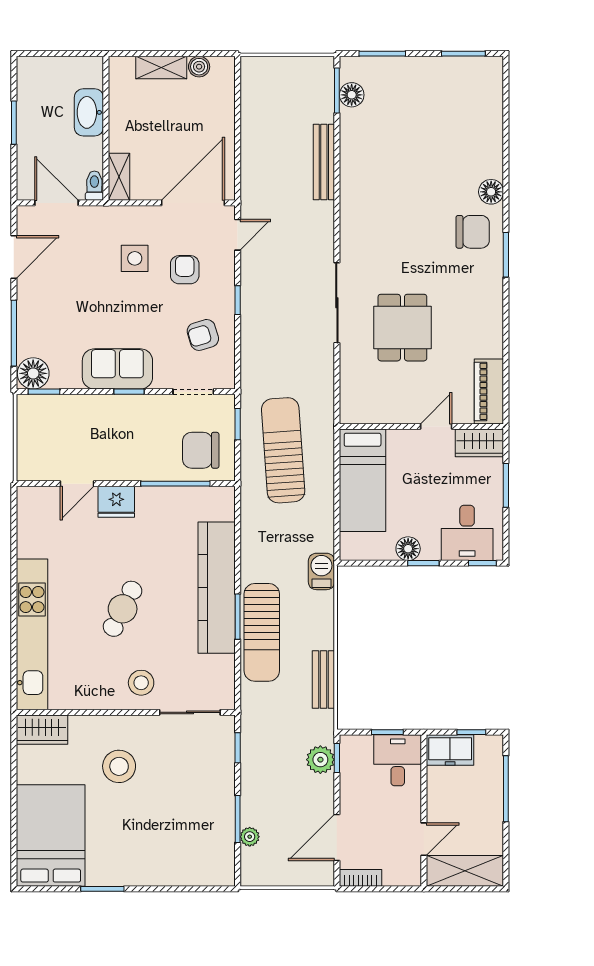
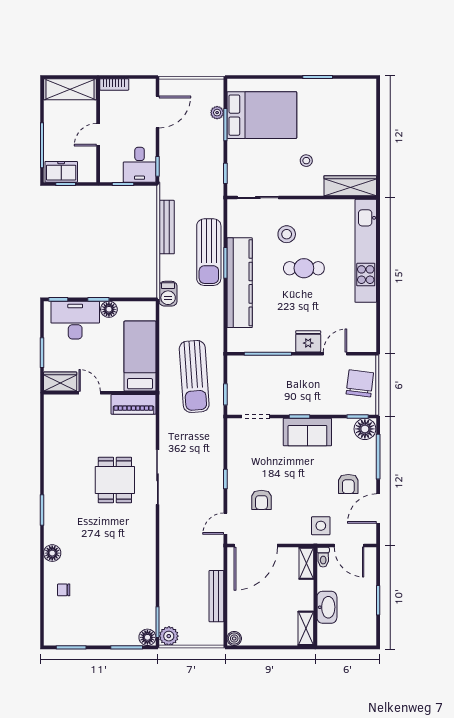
boiler: (199, 67) -> (234, 639), moved
shelving: (161, 68) -> (306, 628), moved, turned 90
floor lamp: (352, 95) -> (147, 637), moved
bench: (324, 162) -> (216, 596), moved
chair: (473, 232) -> (64, 590), moved, width x0.54, depth x0.54
side table: (135, 258) -> (321, 526), moved
dining table: (402, 328) -> (115, 480), moved
armchair: (203, 335) -> (348, 484), moved, turned 107
piano: (489, 391) -> (133, 404), moved, turned 90
door: (436, 426) -> (90, 393), swing flipped
chair: (201, 450) -> (360, 383), moved, turned -83
desk: (467, 533) -> (75, 320), width x1.37
cafe table: (123, 609) -> (304, 268), turned 63
sun lounger: (262, 632) -> (209, 252), turned 180
bench: (323, 680) -> (167, 227), width x1.36
stool: (141, 683) -> (287, 234), moved
wardrobe: (42, 730) -> (350, 186), width x1.50
freezer: (450, 750) -> (61, 172), moved
plant: (320, 760) -> (169, 636), moved
desk: (398, 760) -> (140, 165), moved
stool: (119, 766) -> (306, 161), width x0.53, depth x0.53
bed: (51, 835) -> (262, 115), moved, turned -90
door: (424, 839) -> (98, 135), moved
bookcase: (361, 878) -> (114, 84), moved

